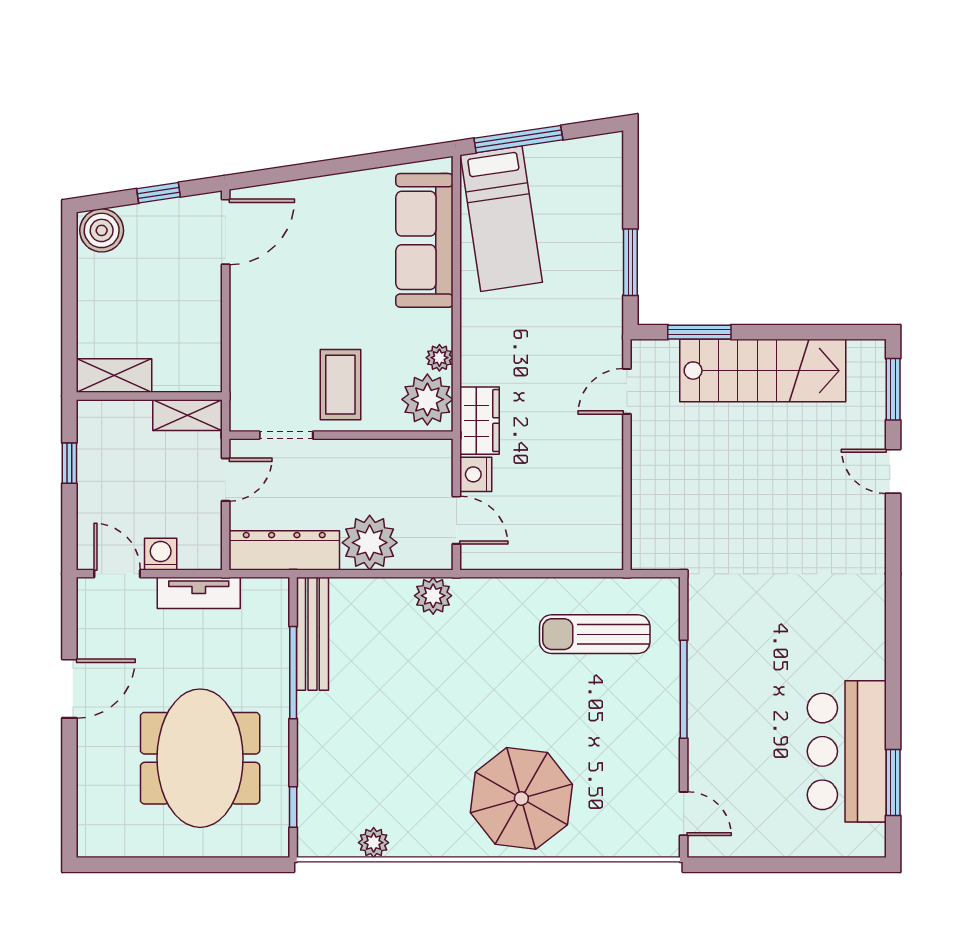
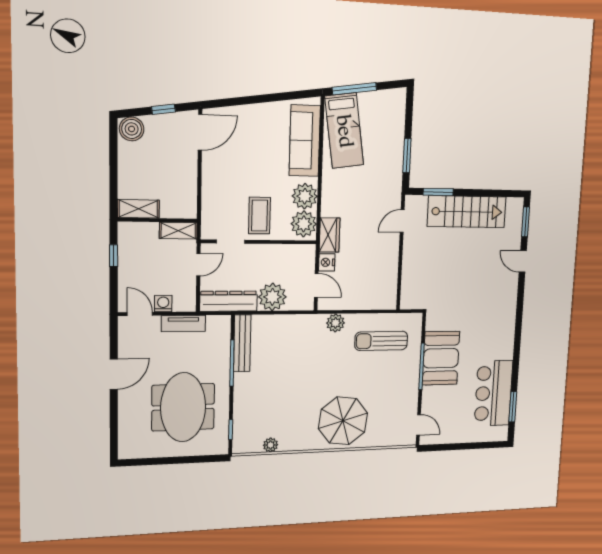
plant: (439, 358) -> (305, 196), width x1.88, depth x1.88
plant: (433, 596) -> (336, 323), moved
booth: (725, 673) -> (441, 358), added

